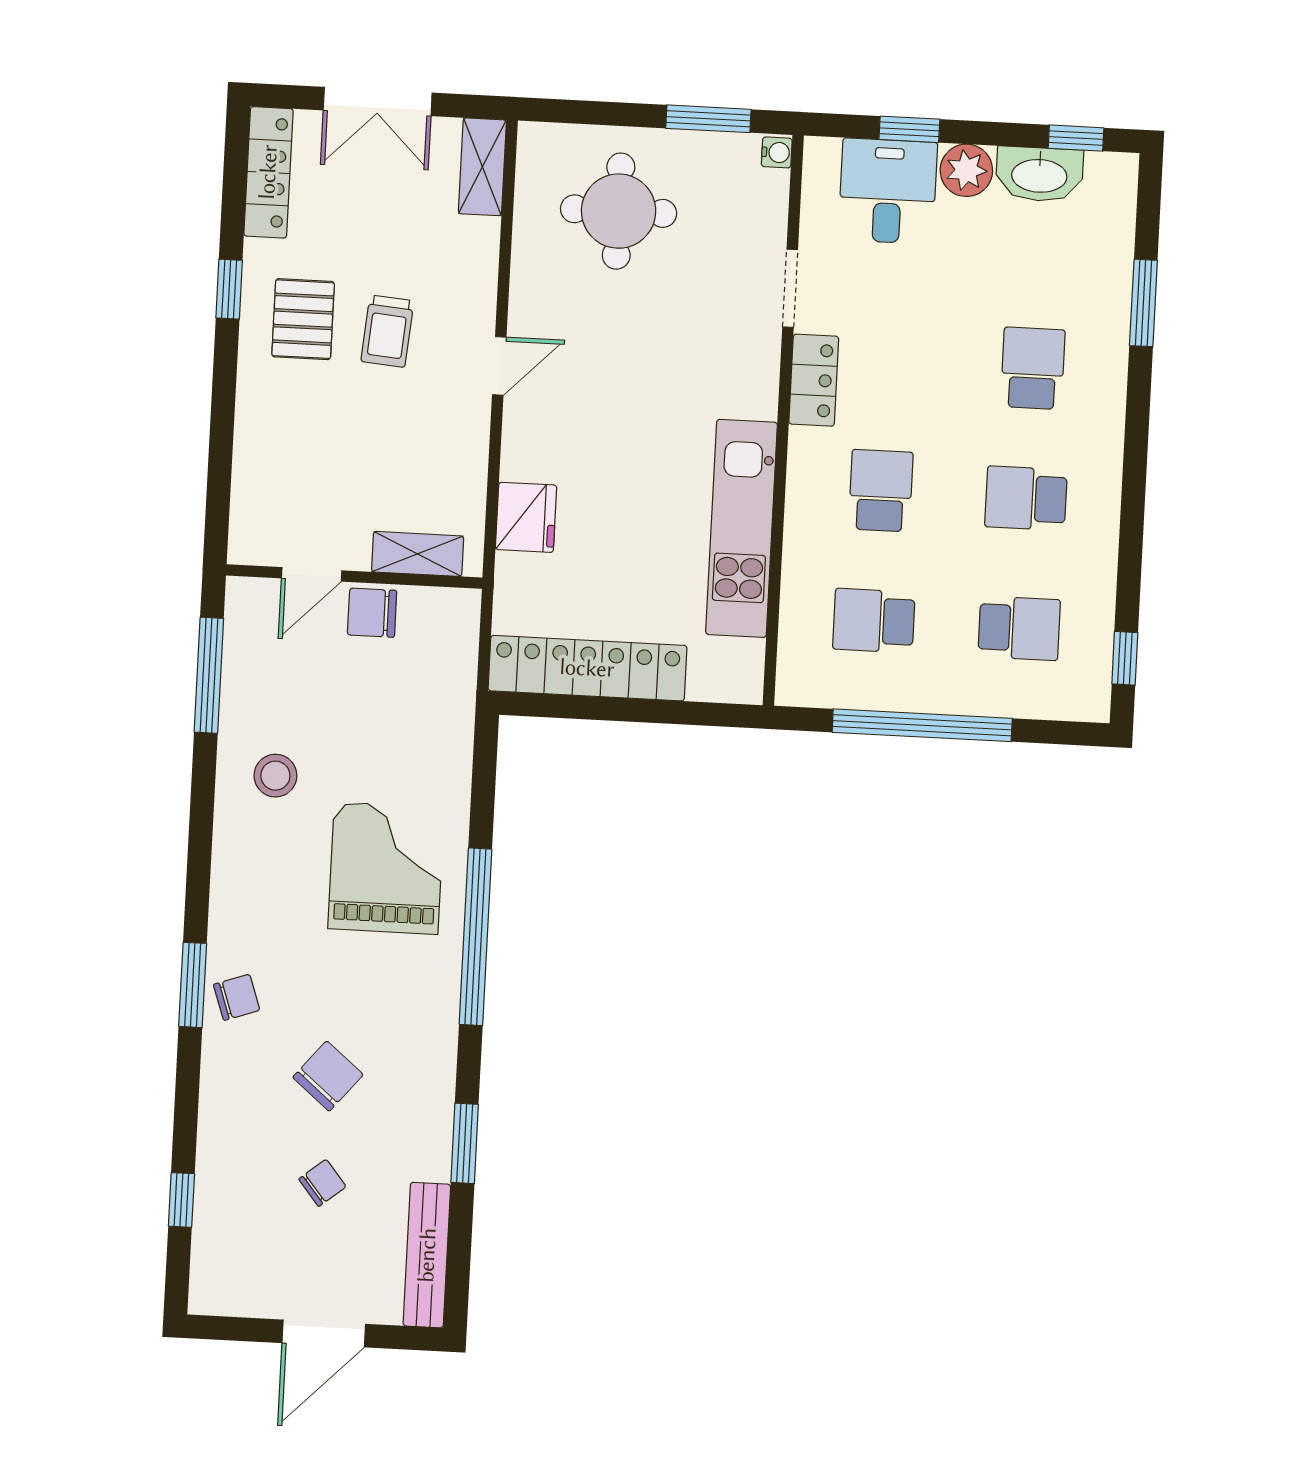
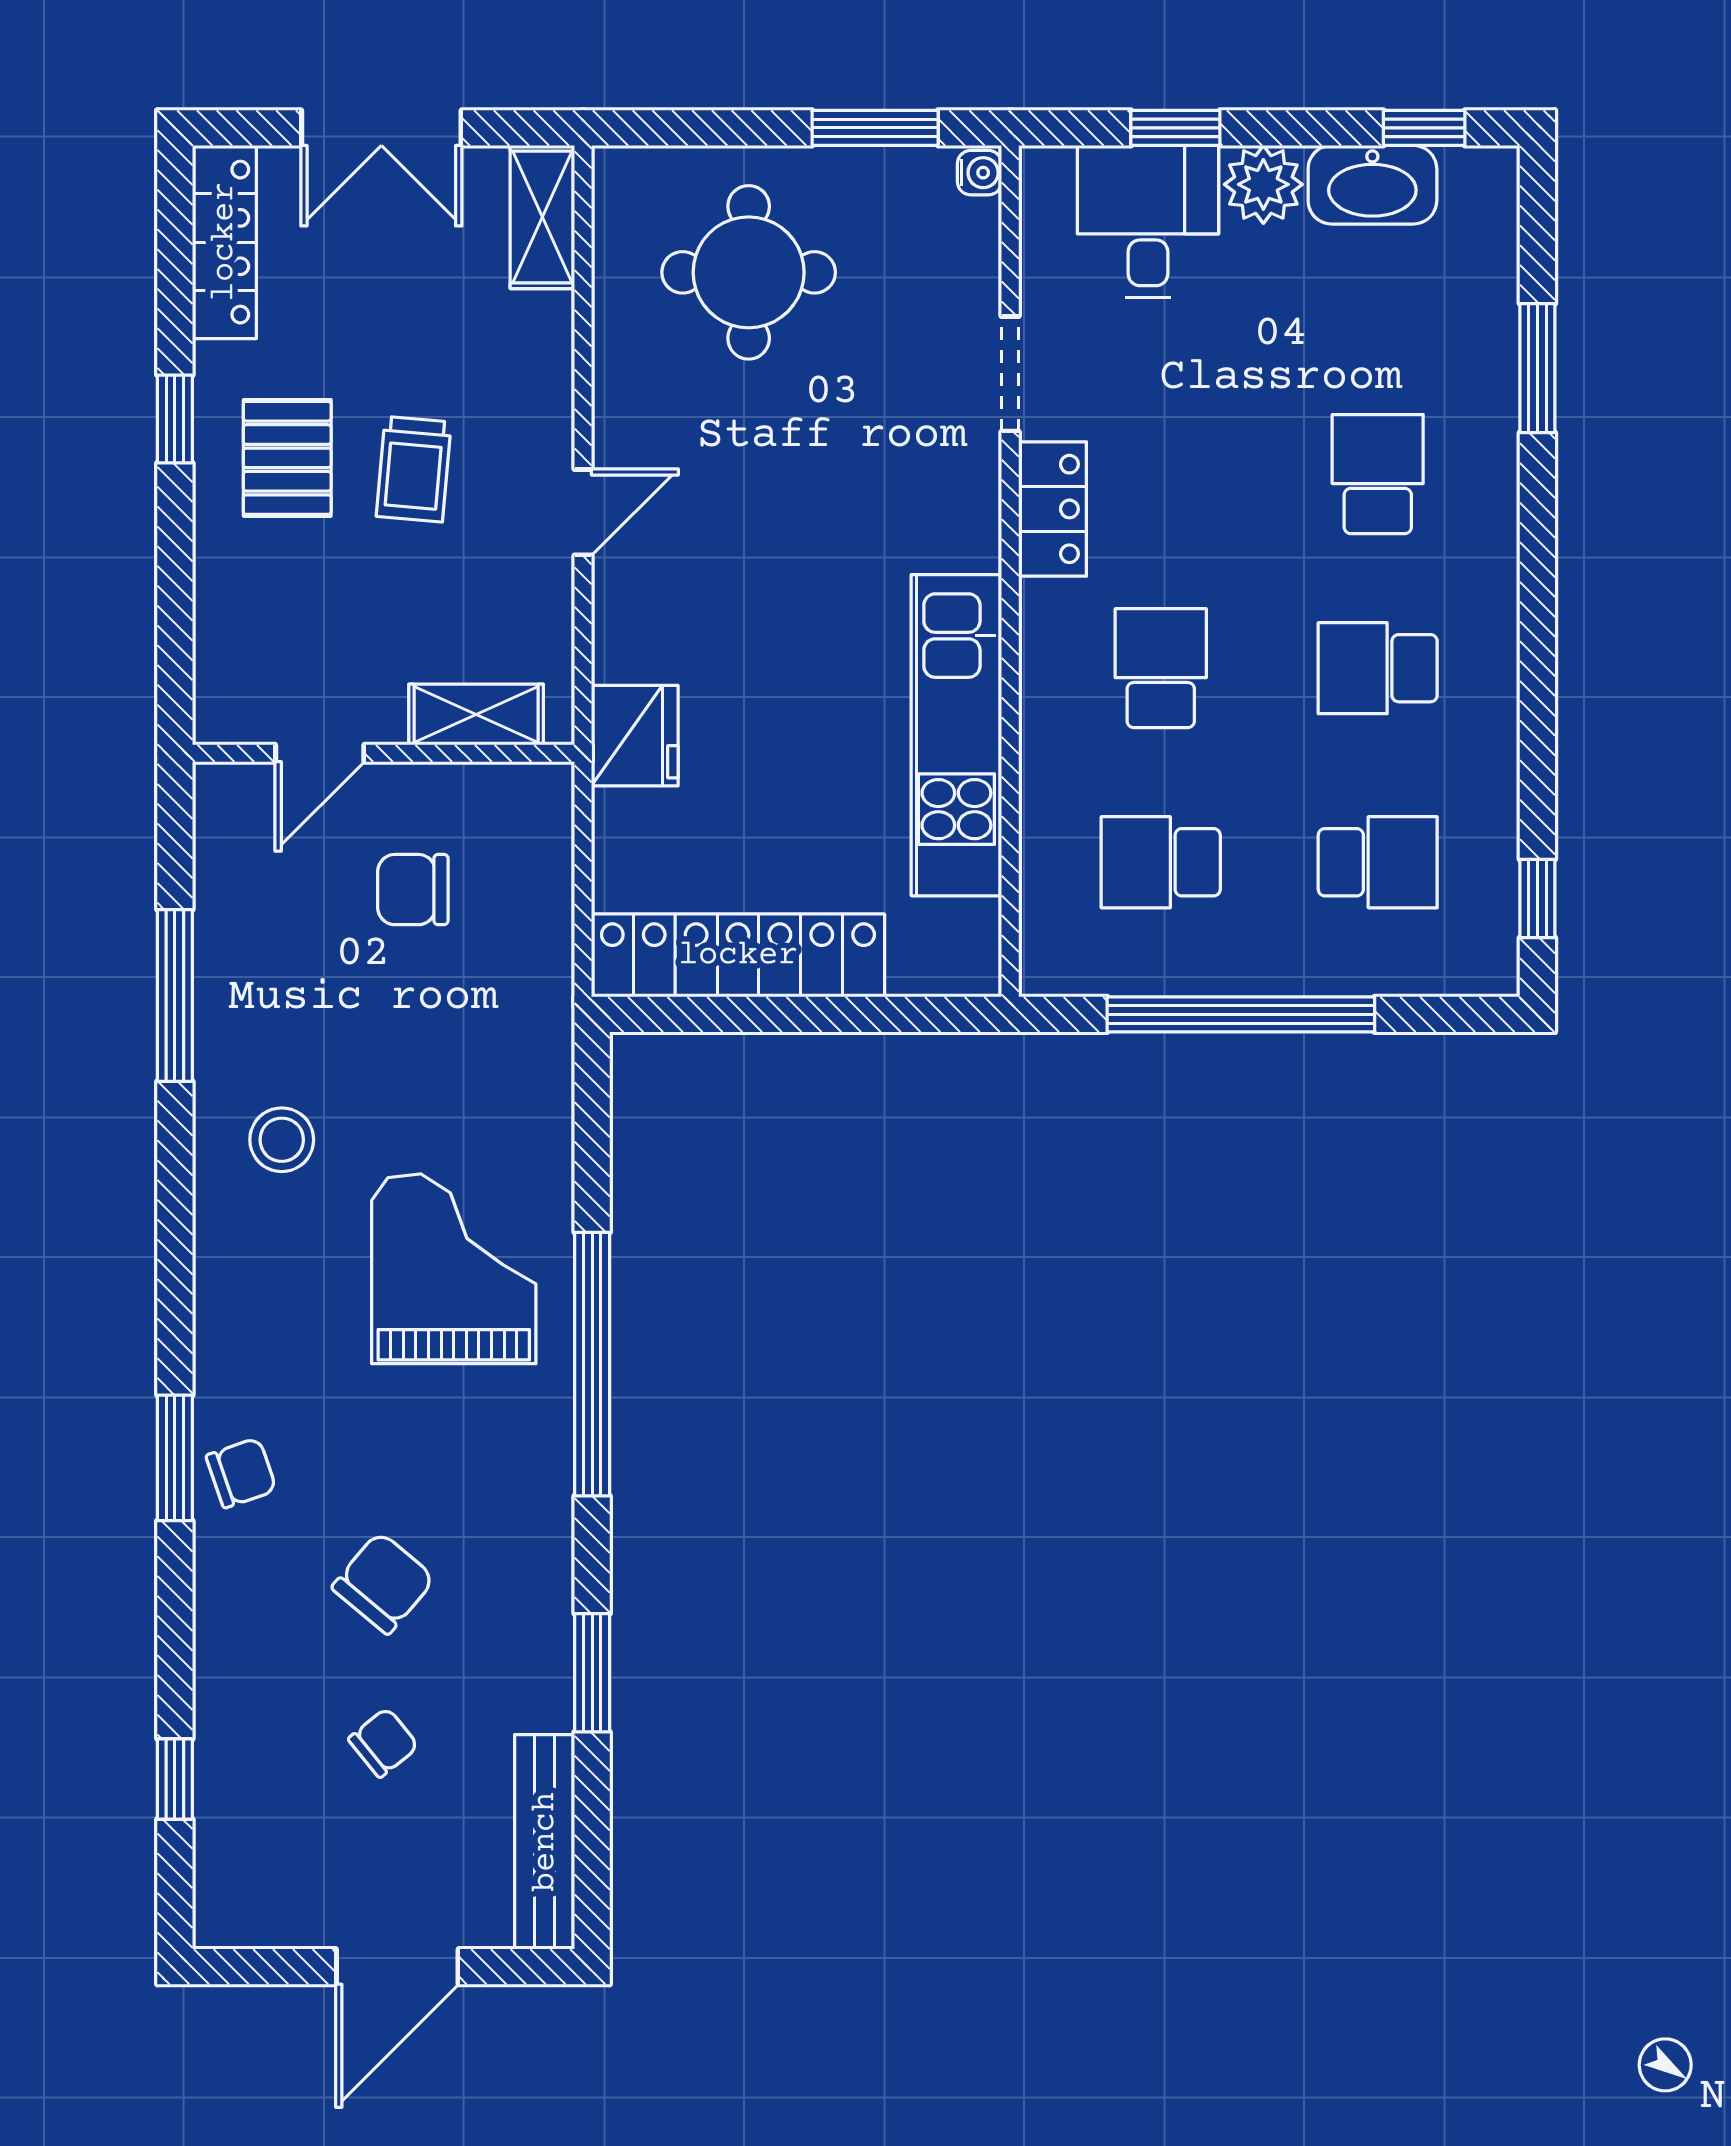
shelving: (418, 554) -> (476, 714), moved
door: (312, 574) -> (320, 753), moved
wall: (354, 577) -> (383, 753), moved

